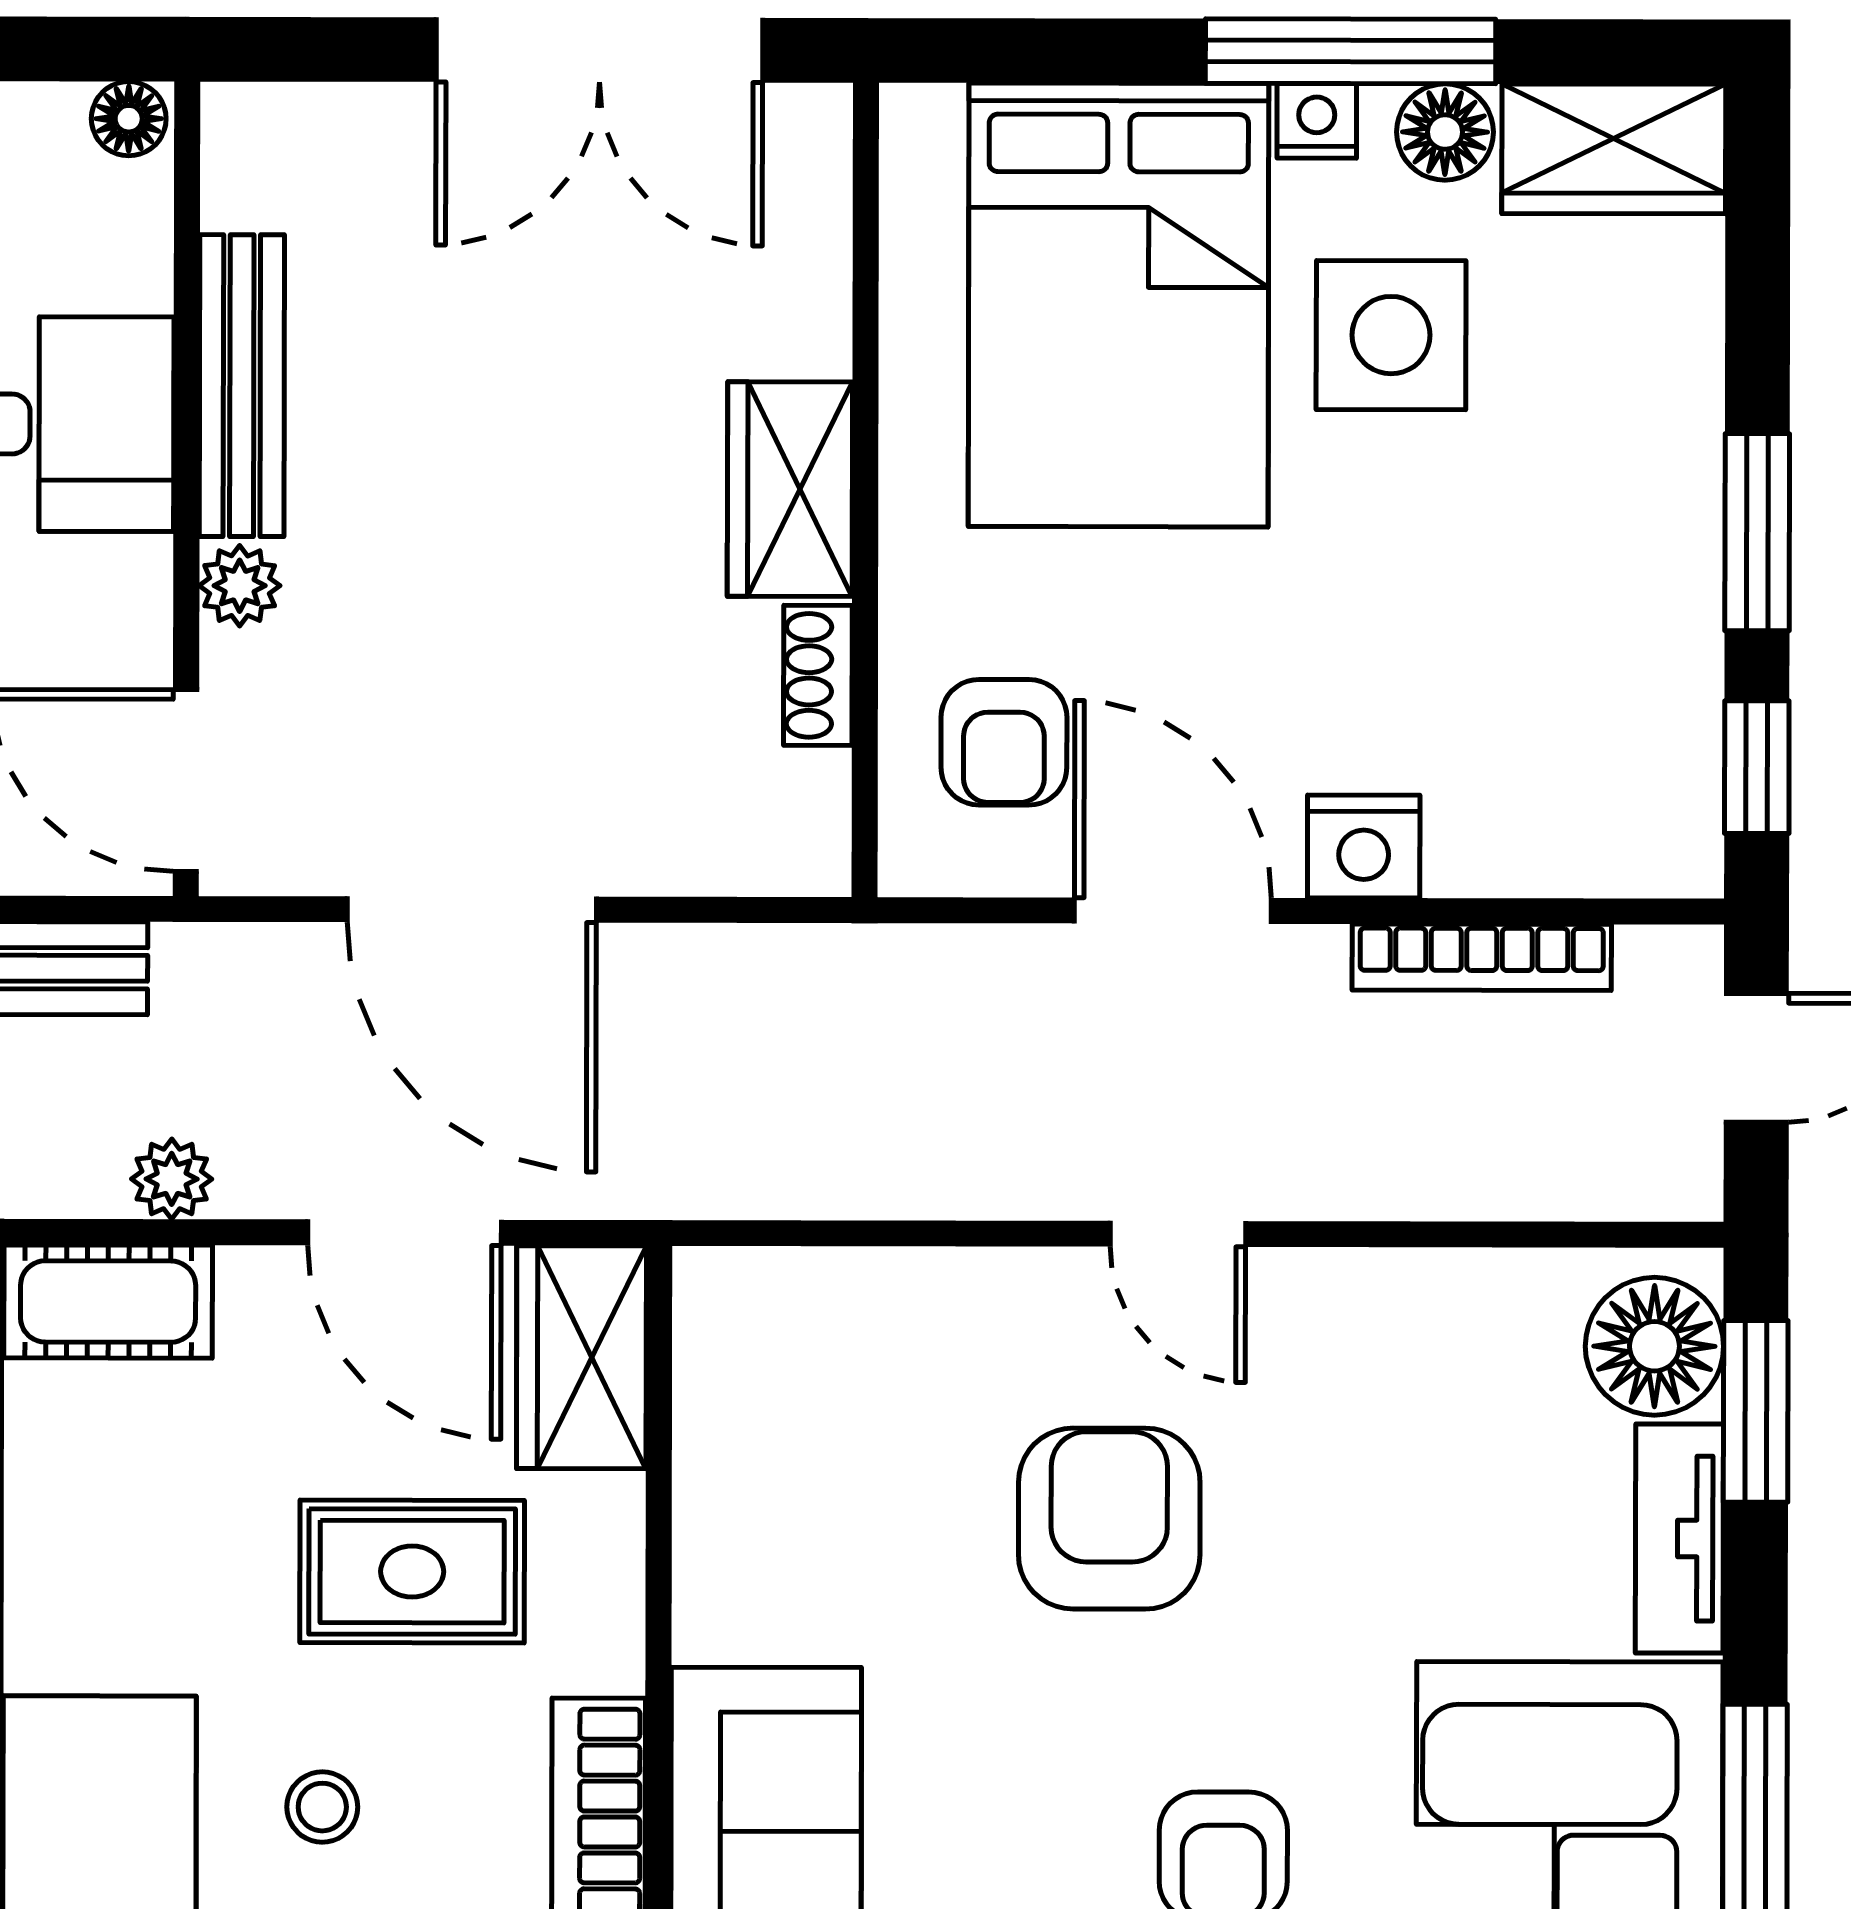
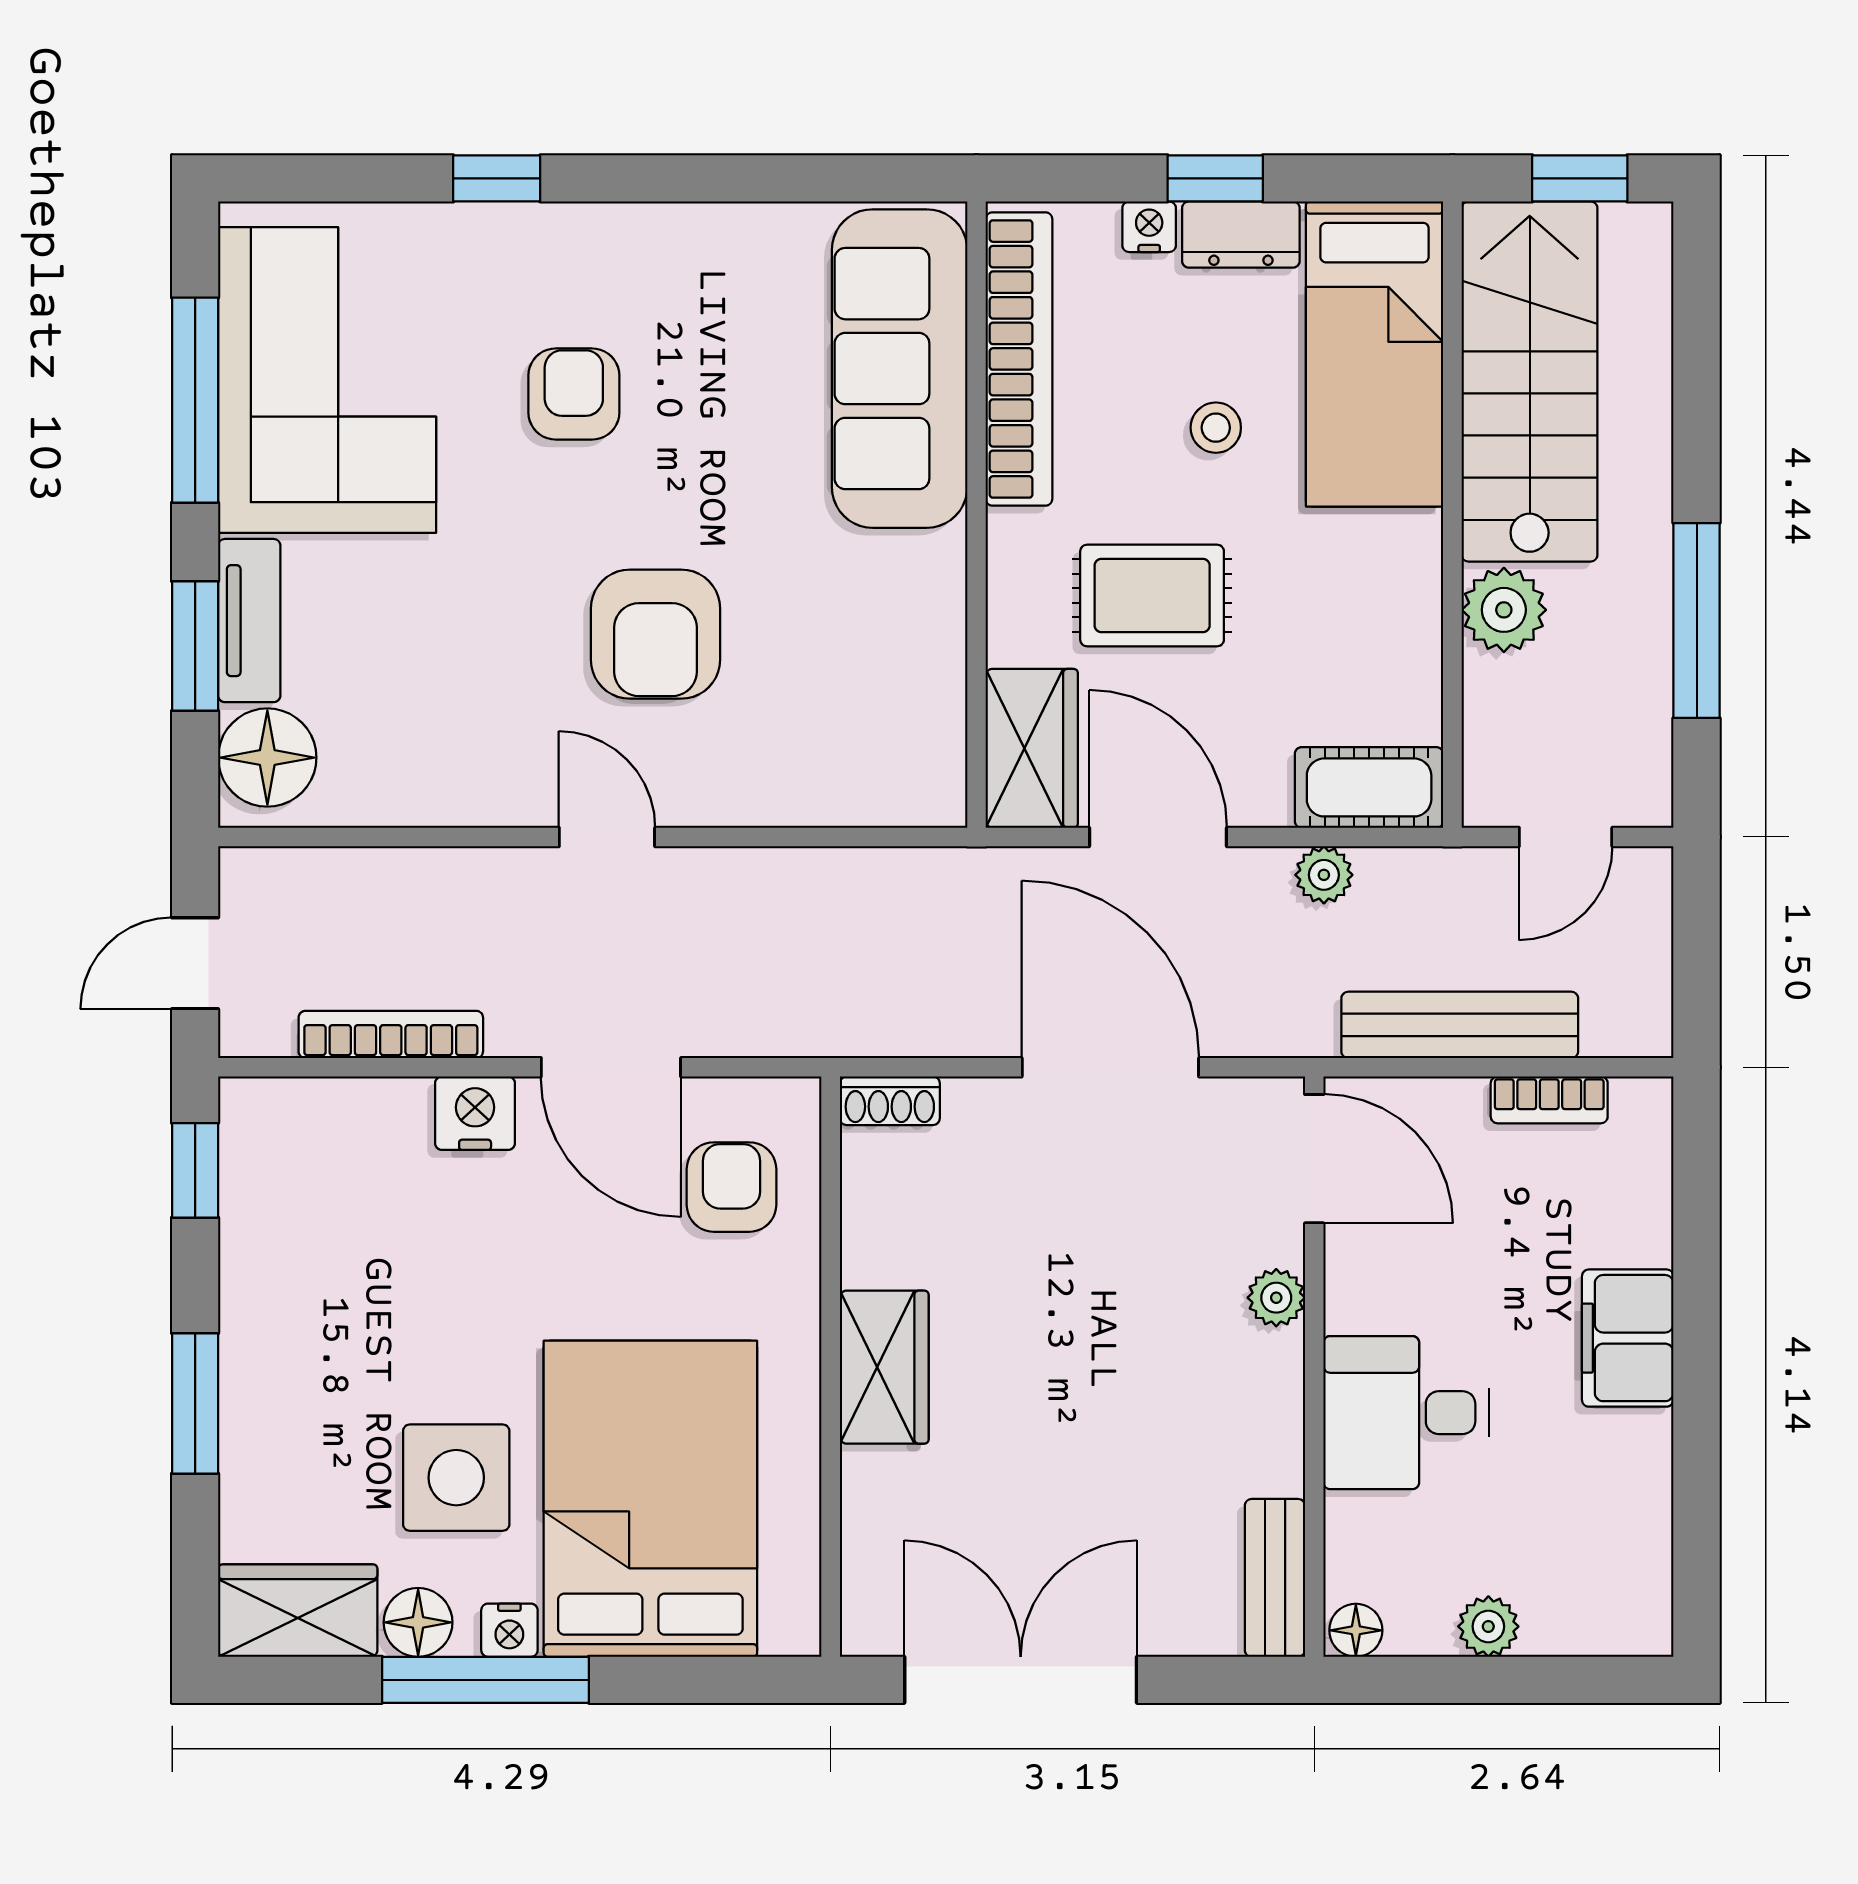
bench: (242, 386) -> (1275, 1578), moved, width x0.73
window: (1757, 532) -> (195, 1403), moved
shoe rack: (818, 675) -> (890, 1101), moved, turned 90
window: (1756, 1411) -> (195, 646), moved

